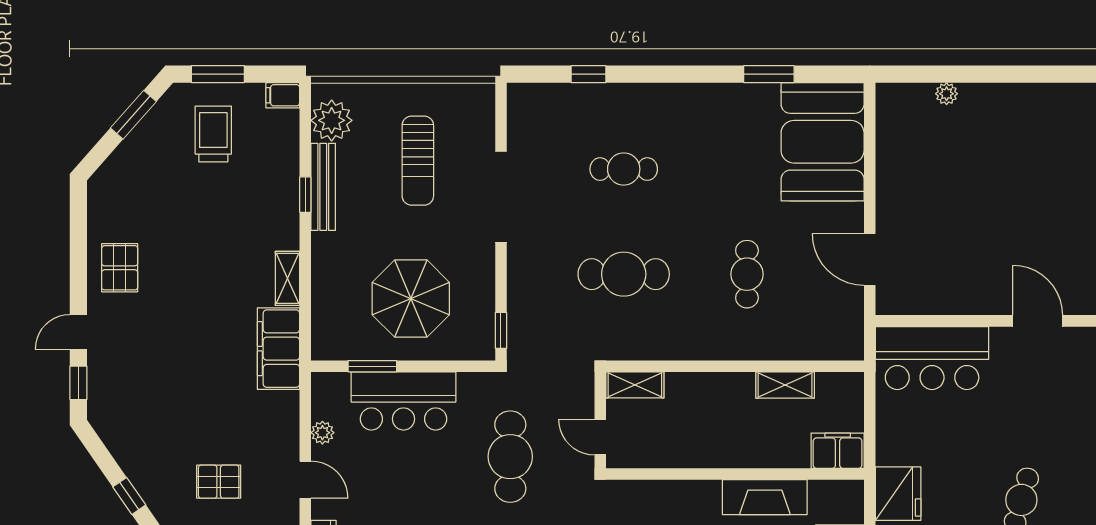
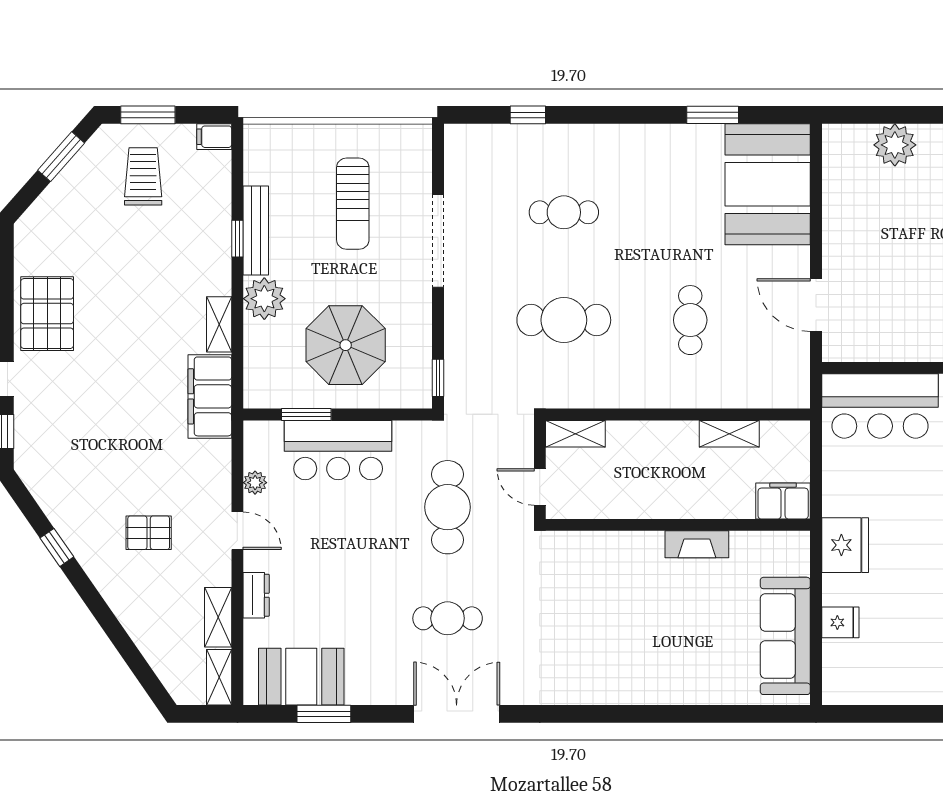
plant: (947, 94) -> (895, 145), width x1.88, depth x1.88
plant: (332, 120) -> (264, 299), moved
pallet: (120, 268) -> (47, 314), width x1.50, depth x1.42
fireplace: (765, 497) -> (697, 544), width x0.73, depth x0.76

